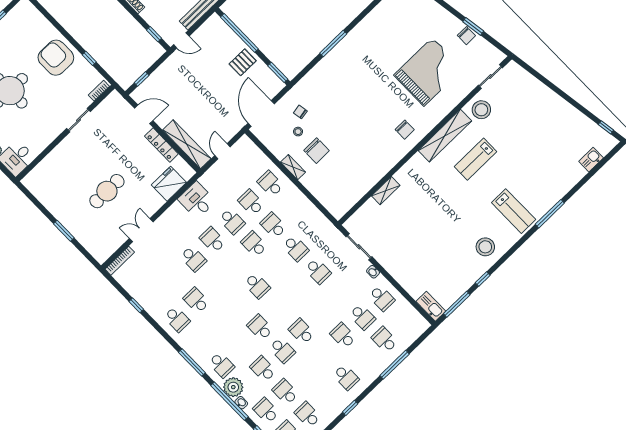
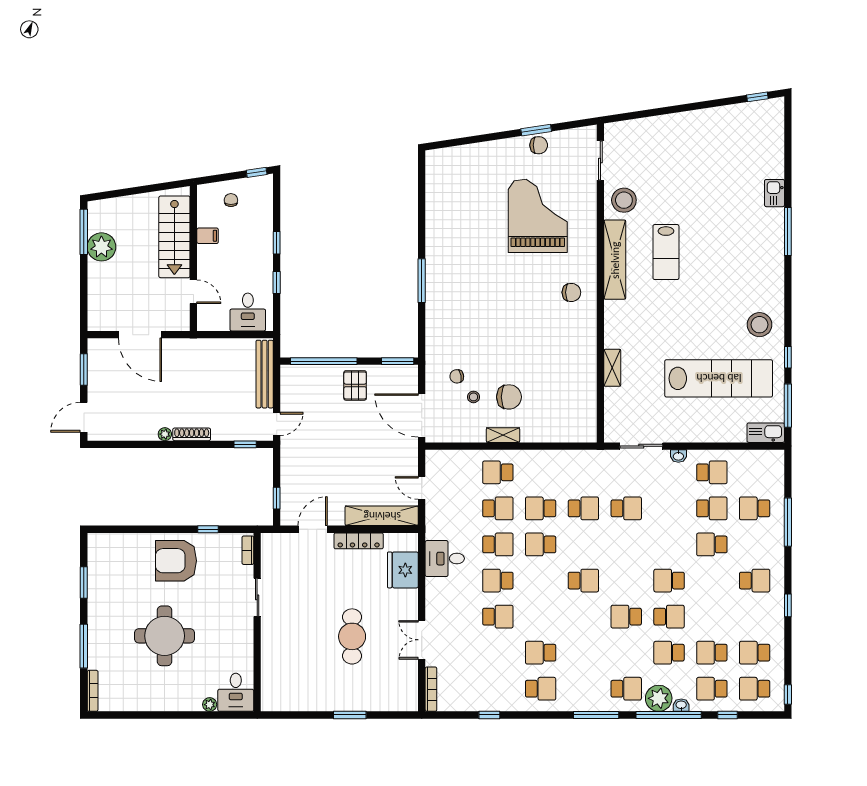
kitchen sink: (591, 160) -> (774, 193), moved
school desk: (251, 202) -> (498, 508), turned 180
lab bench: (514, 211) -> (719, 378), moved, width x1.86, depth x1.39

